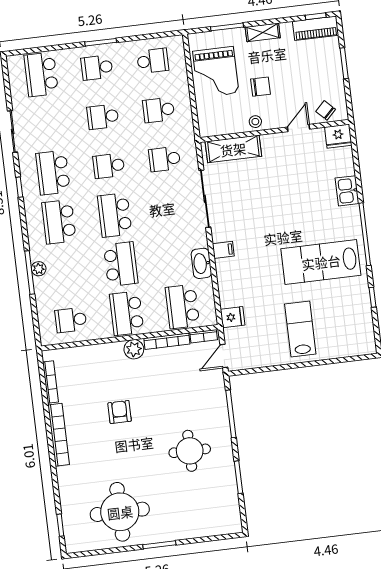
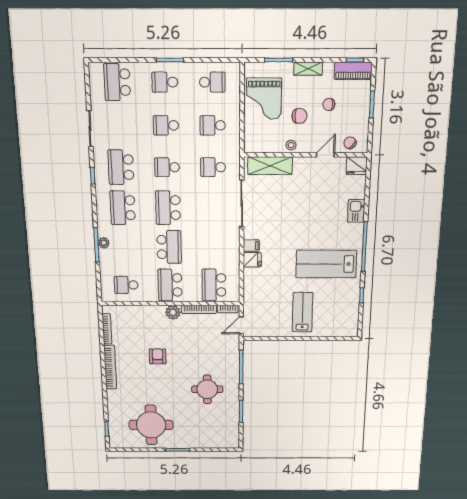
chair: (293, 69) -> (329, 104), added
washbasin: (201, 263) -> (233, 254), removed
fridge: (233, 317) -> (252, 260), moved

